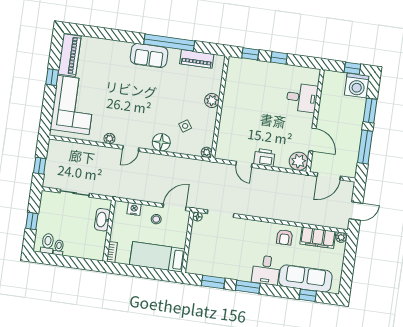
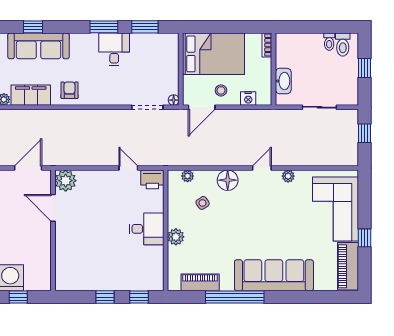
sofa: (149, 56) -> (274, 275), width x1.85, depth x1.27
desk: (302, 98) -> (147, 229), moved, turned 180
plant: (207, 152) -> (188, 176), moved
printer: (264, 158) -> (152, 179), moved
bed: (157, 257) -> (214, 54), width x1.50
desk: (266, 270) -> (114, 49), moved

